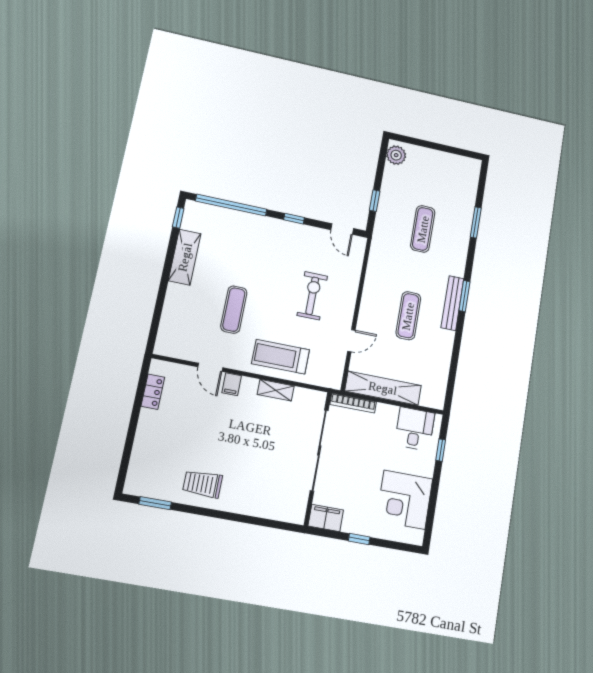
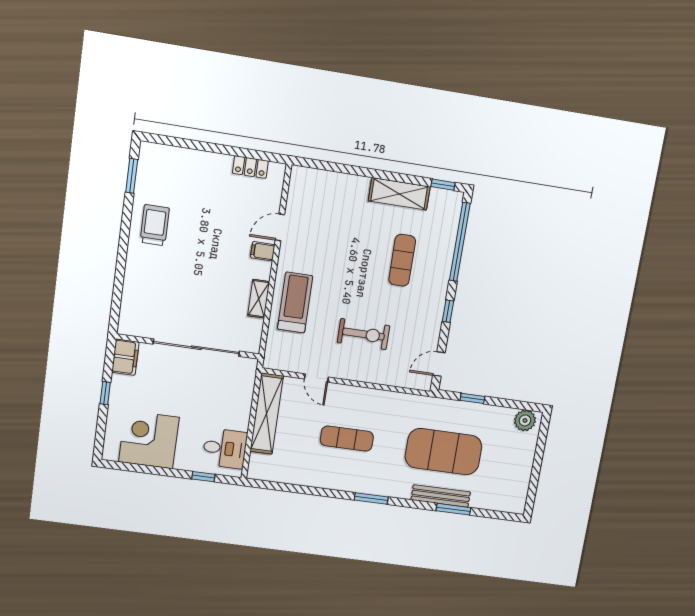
exercise mat: (423, 229) -> (443, 452), width x2.00, depth x1.45
bench: (452, 303) -> (441, 496), moved
exercise mat: (234, 310) -> (402, 260), moved, turned 90
bookcase: (353, 403) -> (249, 382), removed

